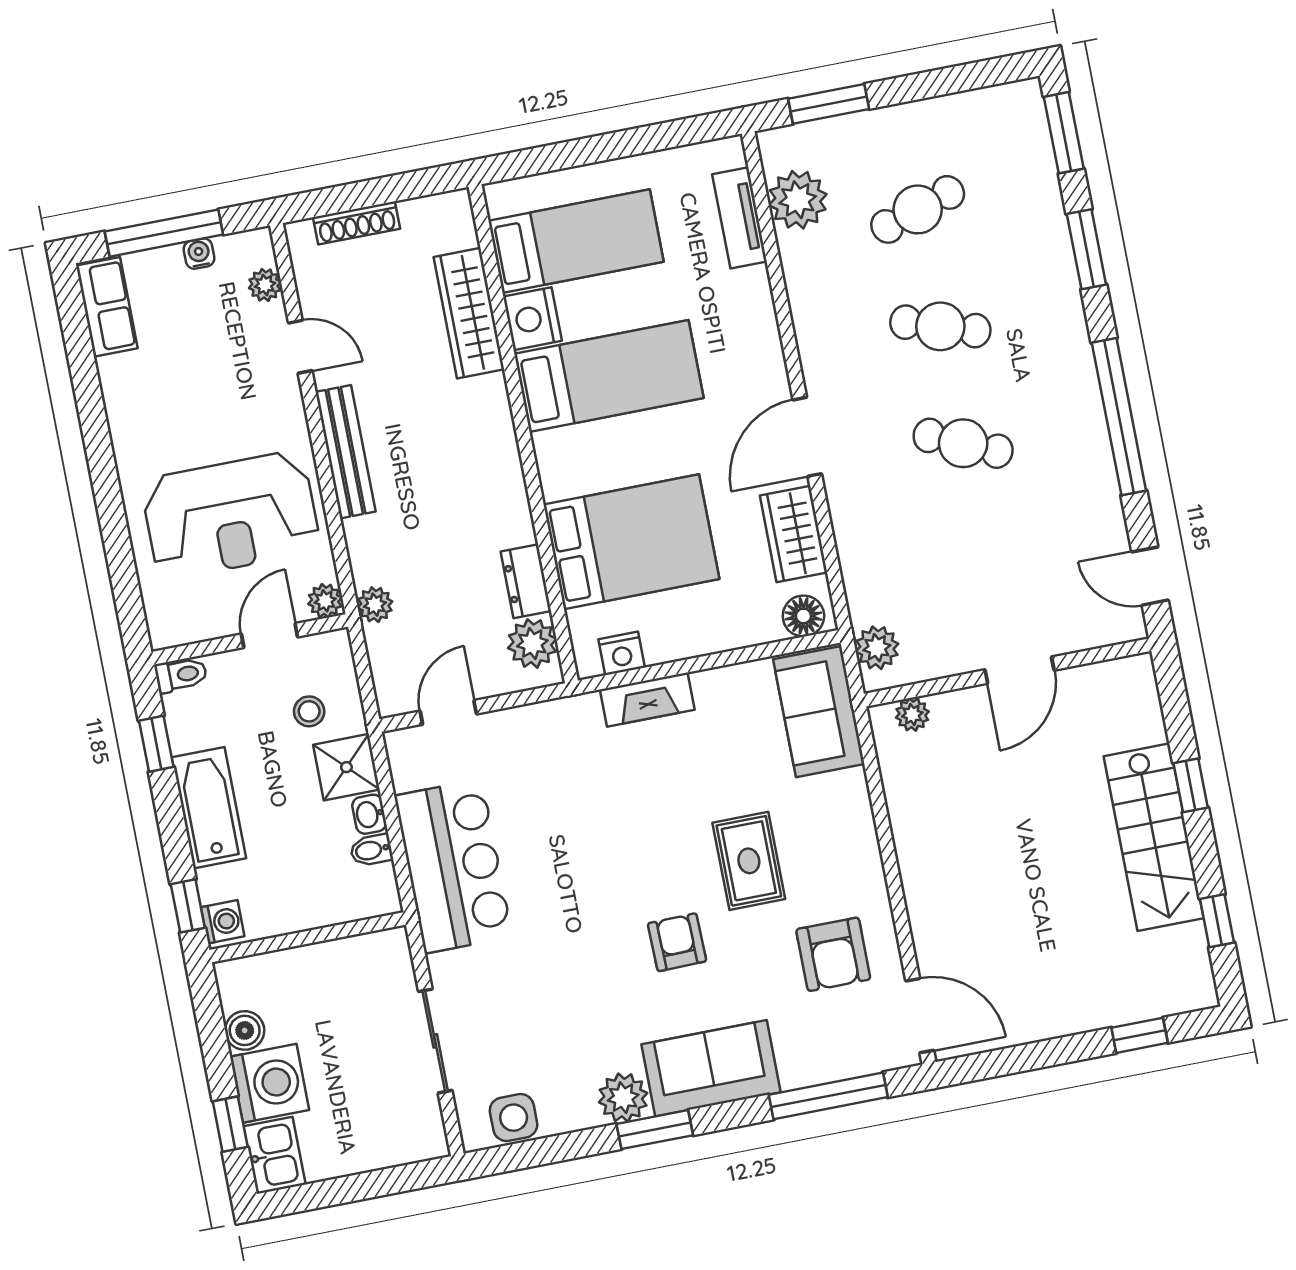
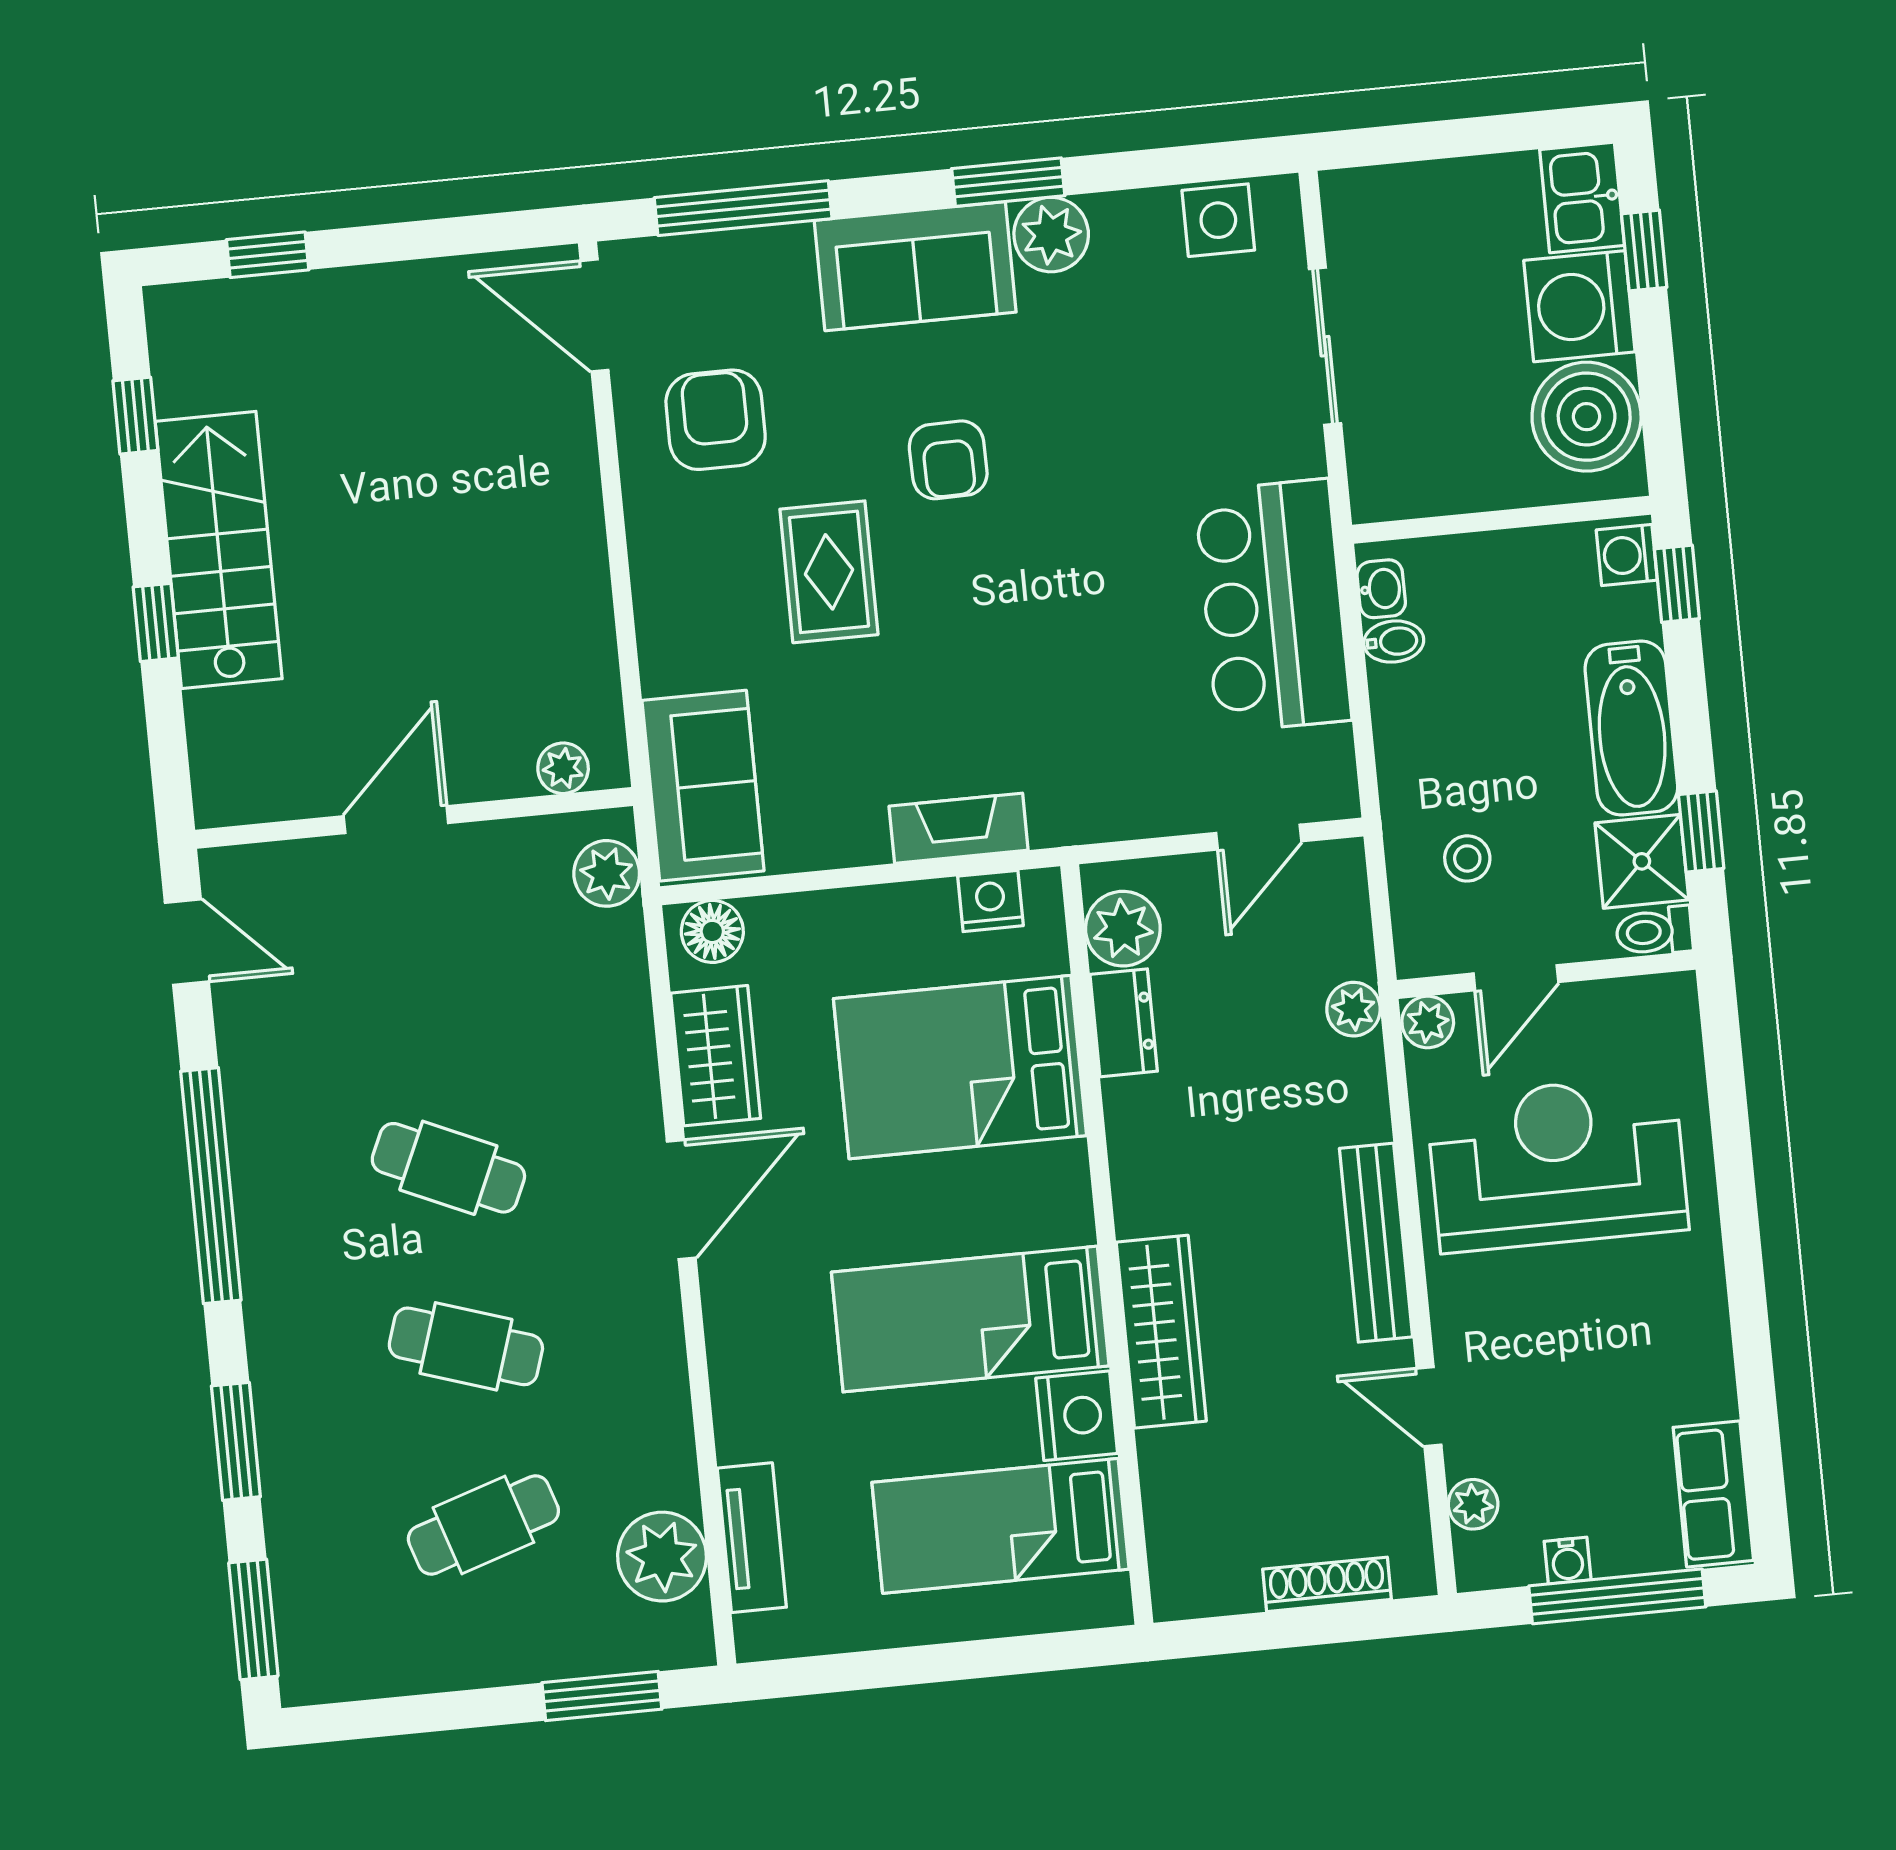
wardrobe: (469, 313) -> (1161, 1332), moved
shower: (346, 767) -> (1642, 861), moved
washbasin: (369, 814) -> (1381, 589), moved
boiler: (245, 1030) -> (1587, 417), width x1.86, depth x1.86

